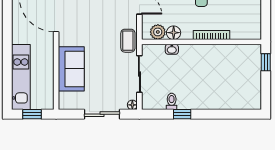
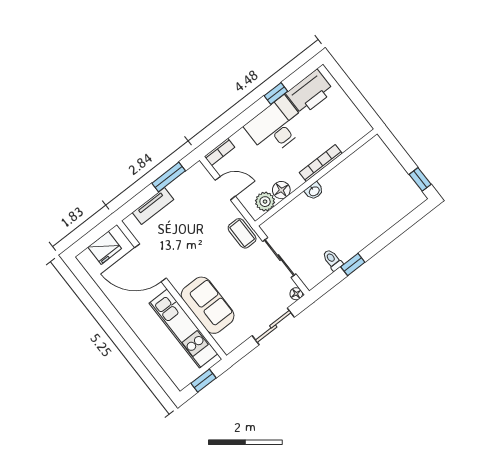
washbasin: (172, 49) -> (314, 191), moved
window: (266, 62) -> (420, 179), moved
kitchen unit: (21, 77) -> (183, 329), moved, turned 180

